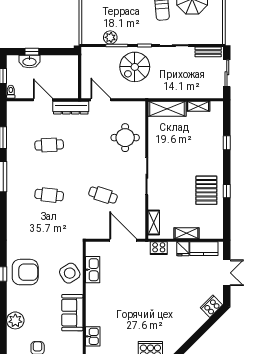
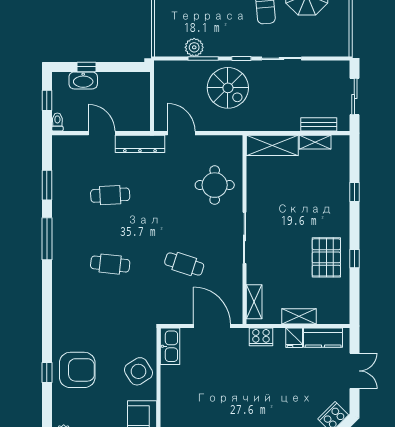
bench: (208, 52) -> (319, 124), moved
spiral stairs: (135, 67) -> (228, 88), turned -90
kitchen sink: (93, 270) -> (170, 346), moved

